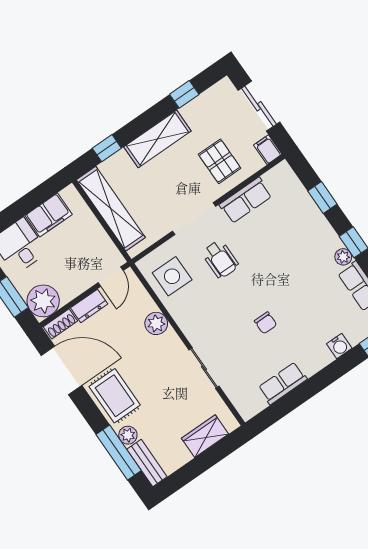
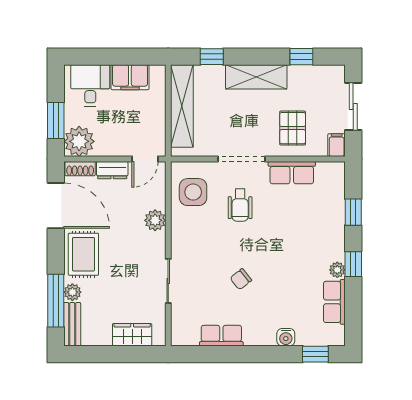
chair: (266, 323) -> (241, 279), turned 51

